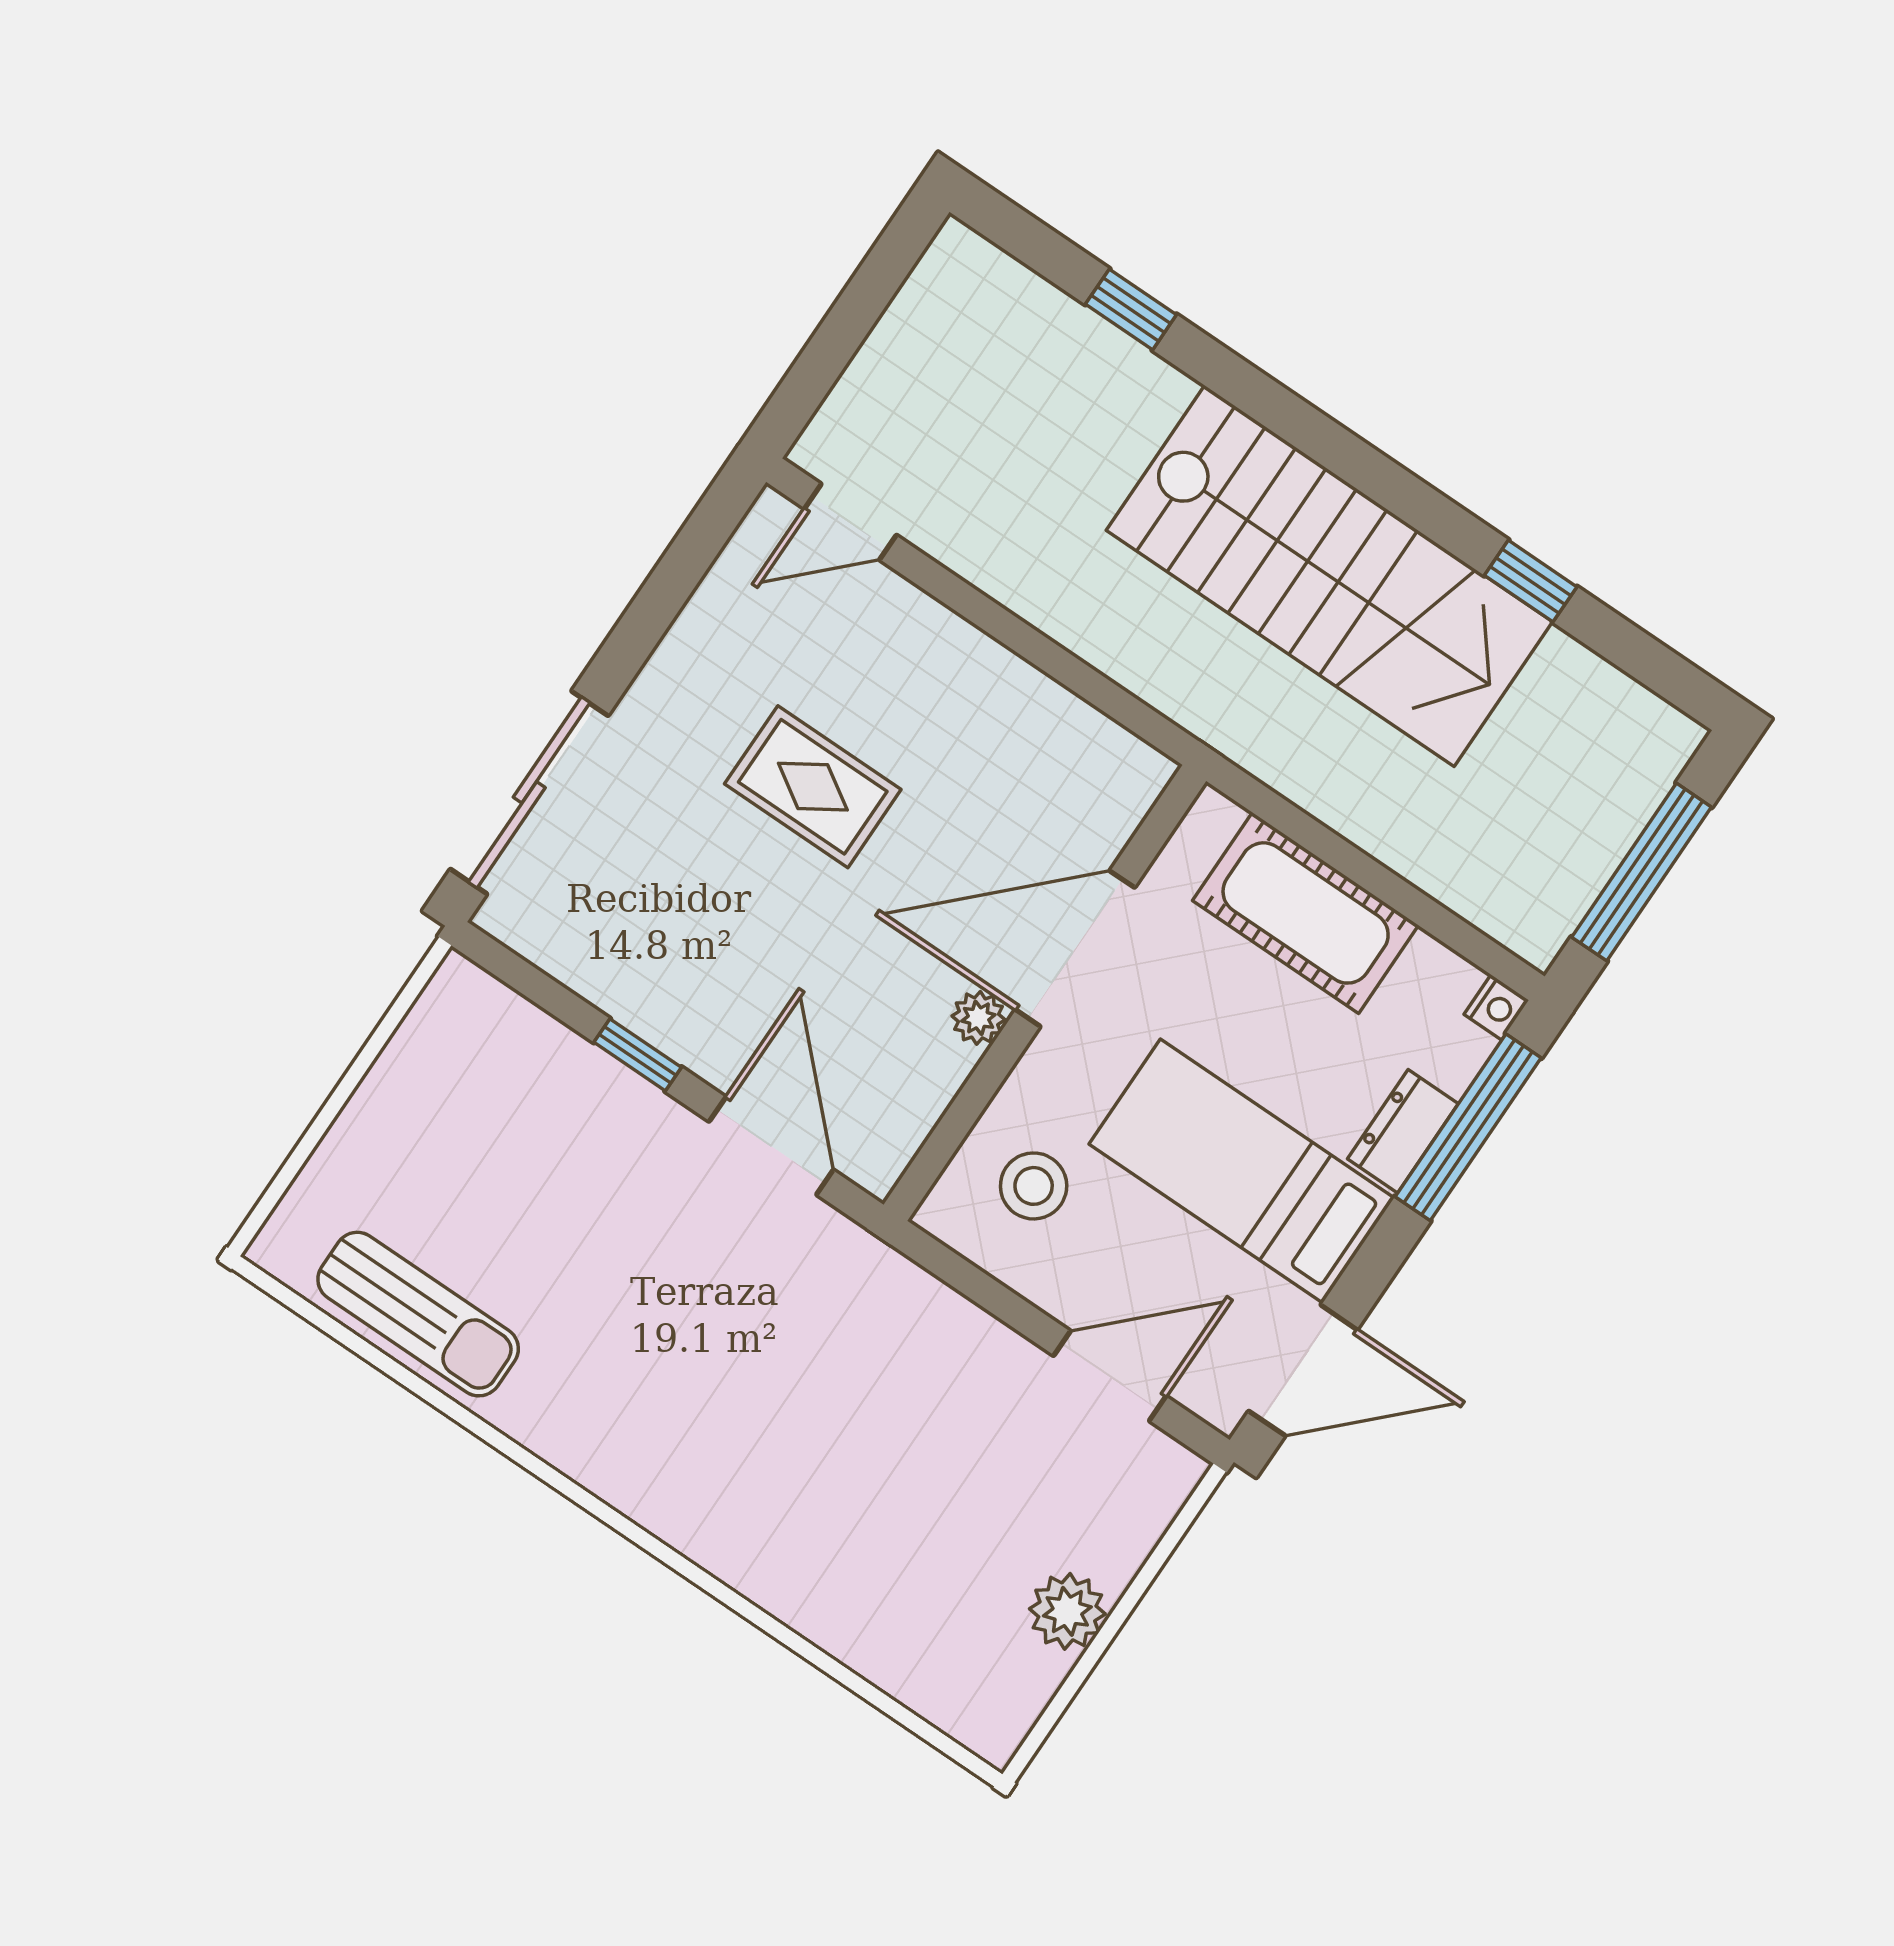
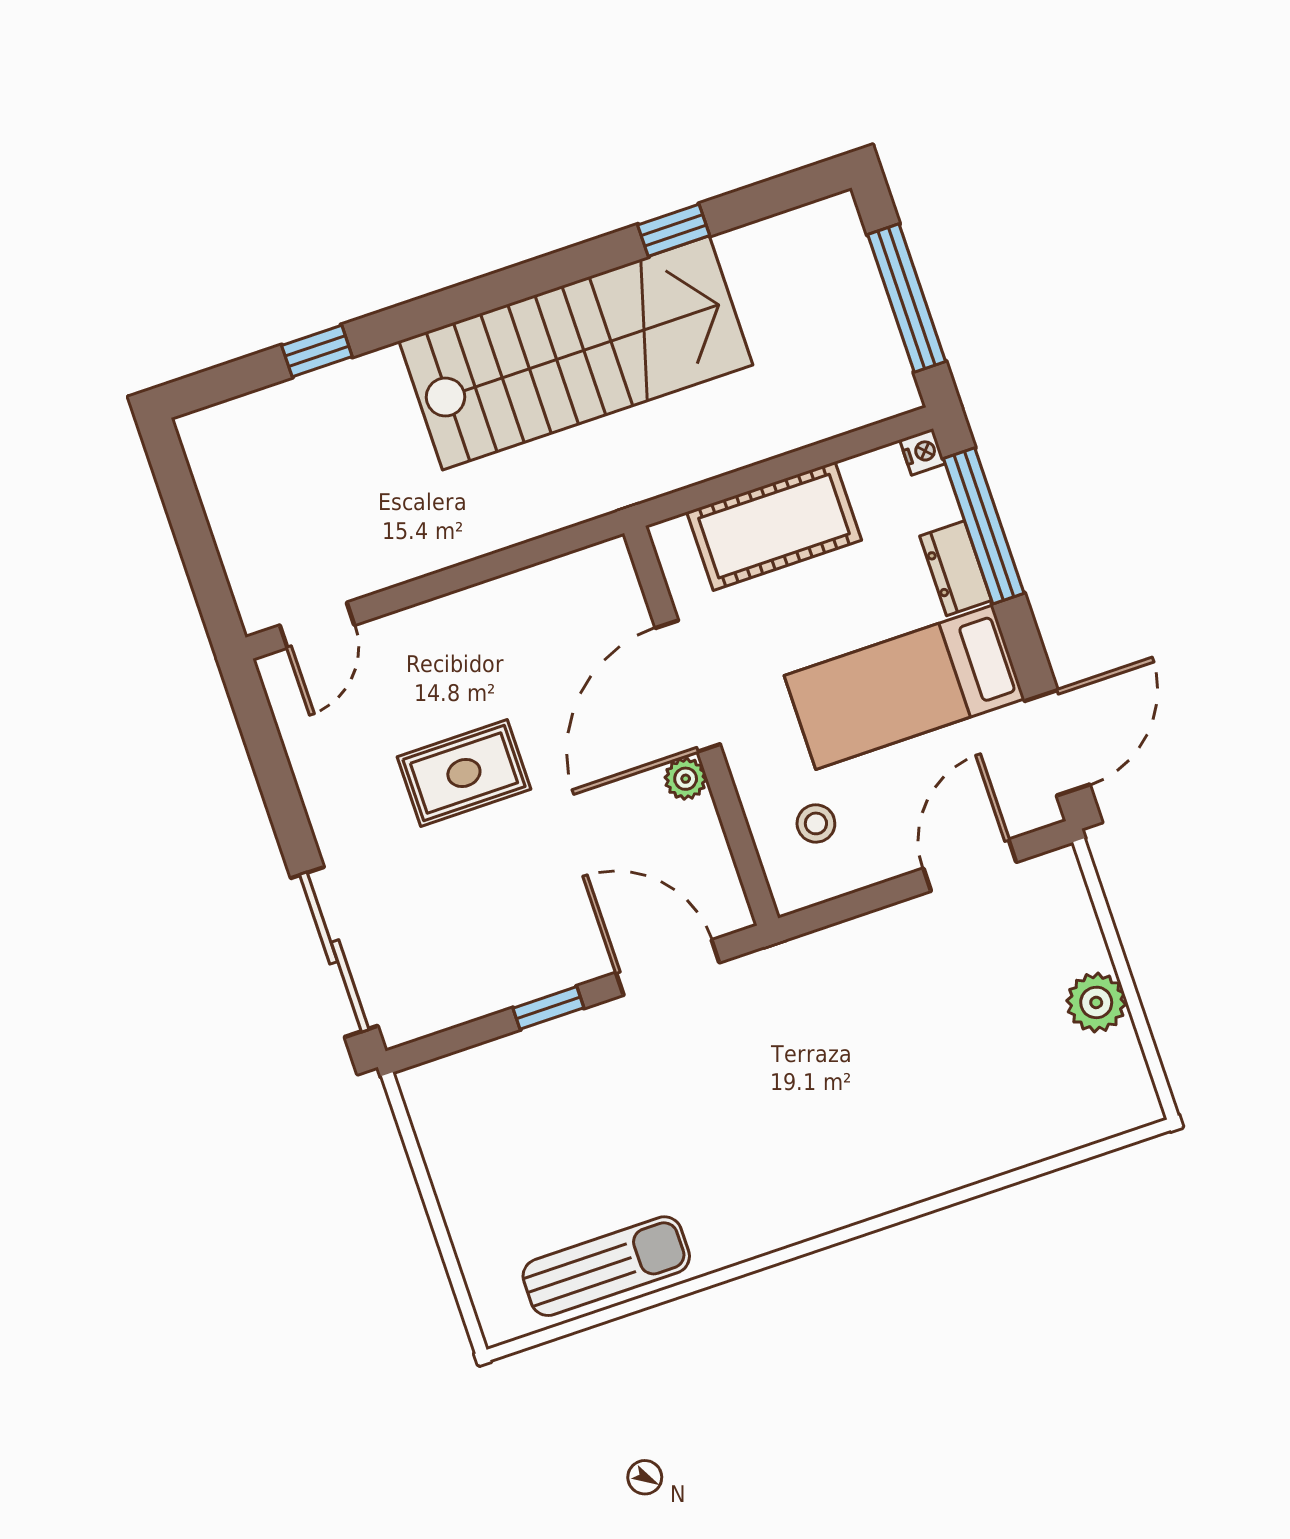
stool: (1034, 1186) -> (816, 823), width x0.73, depth x0.73

